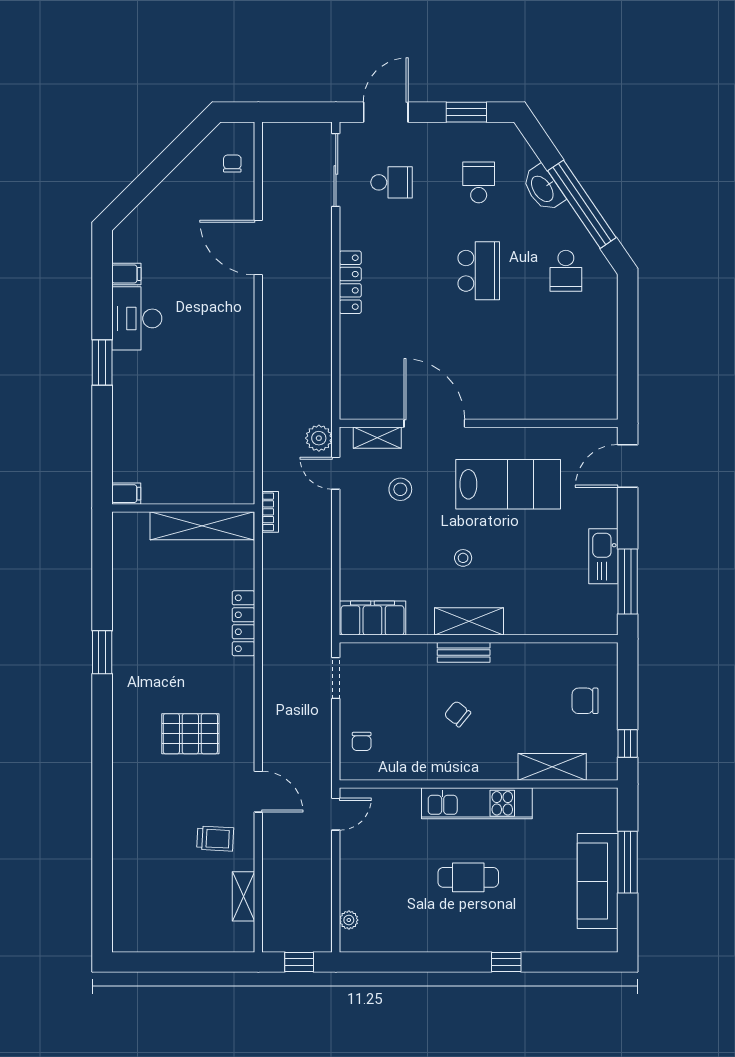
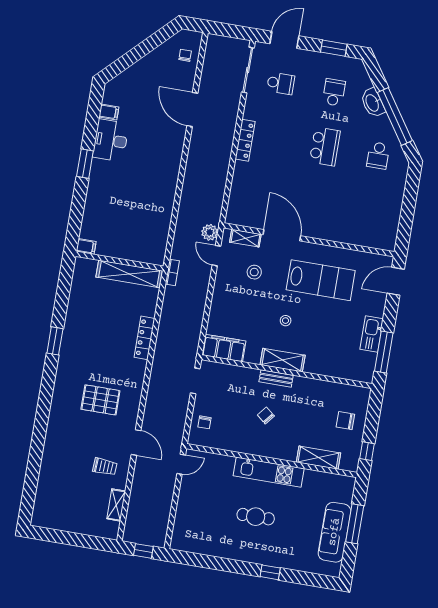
plant: (349, 920) -> (178, 530), removed

